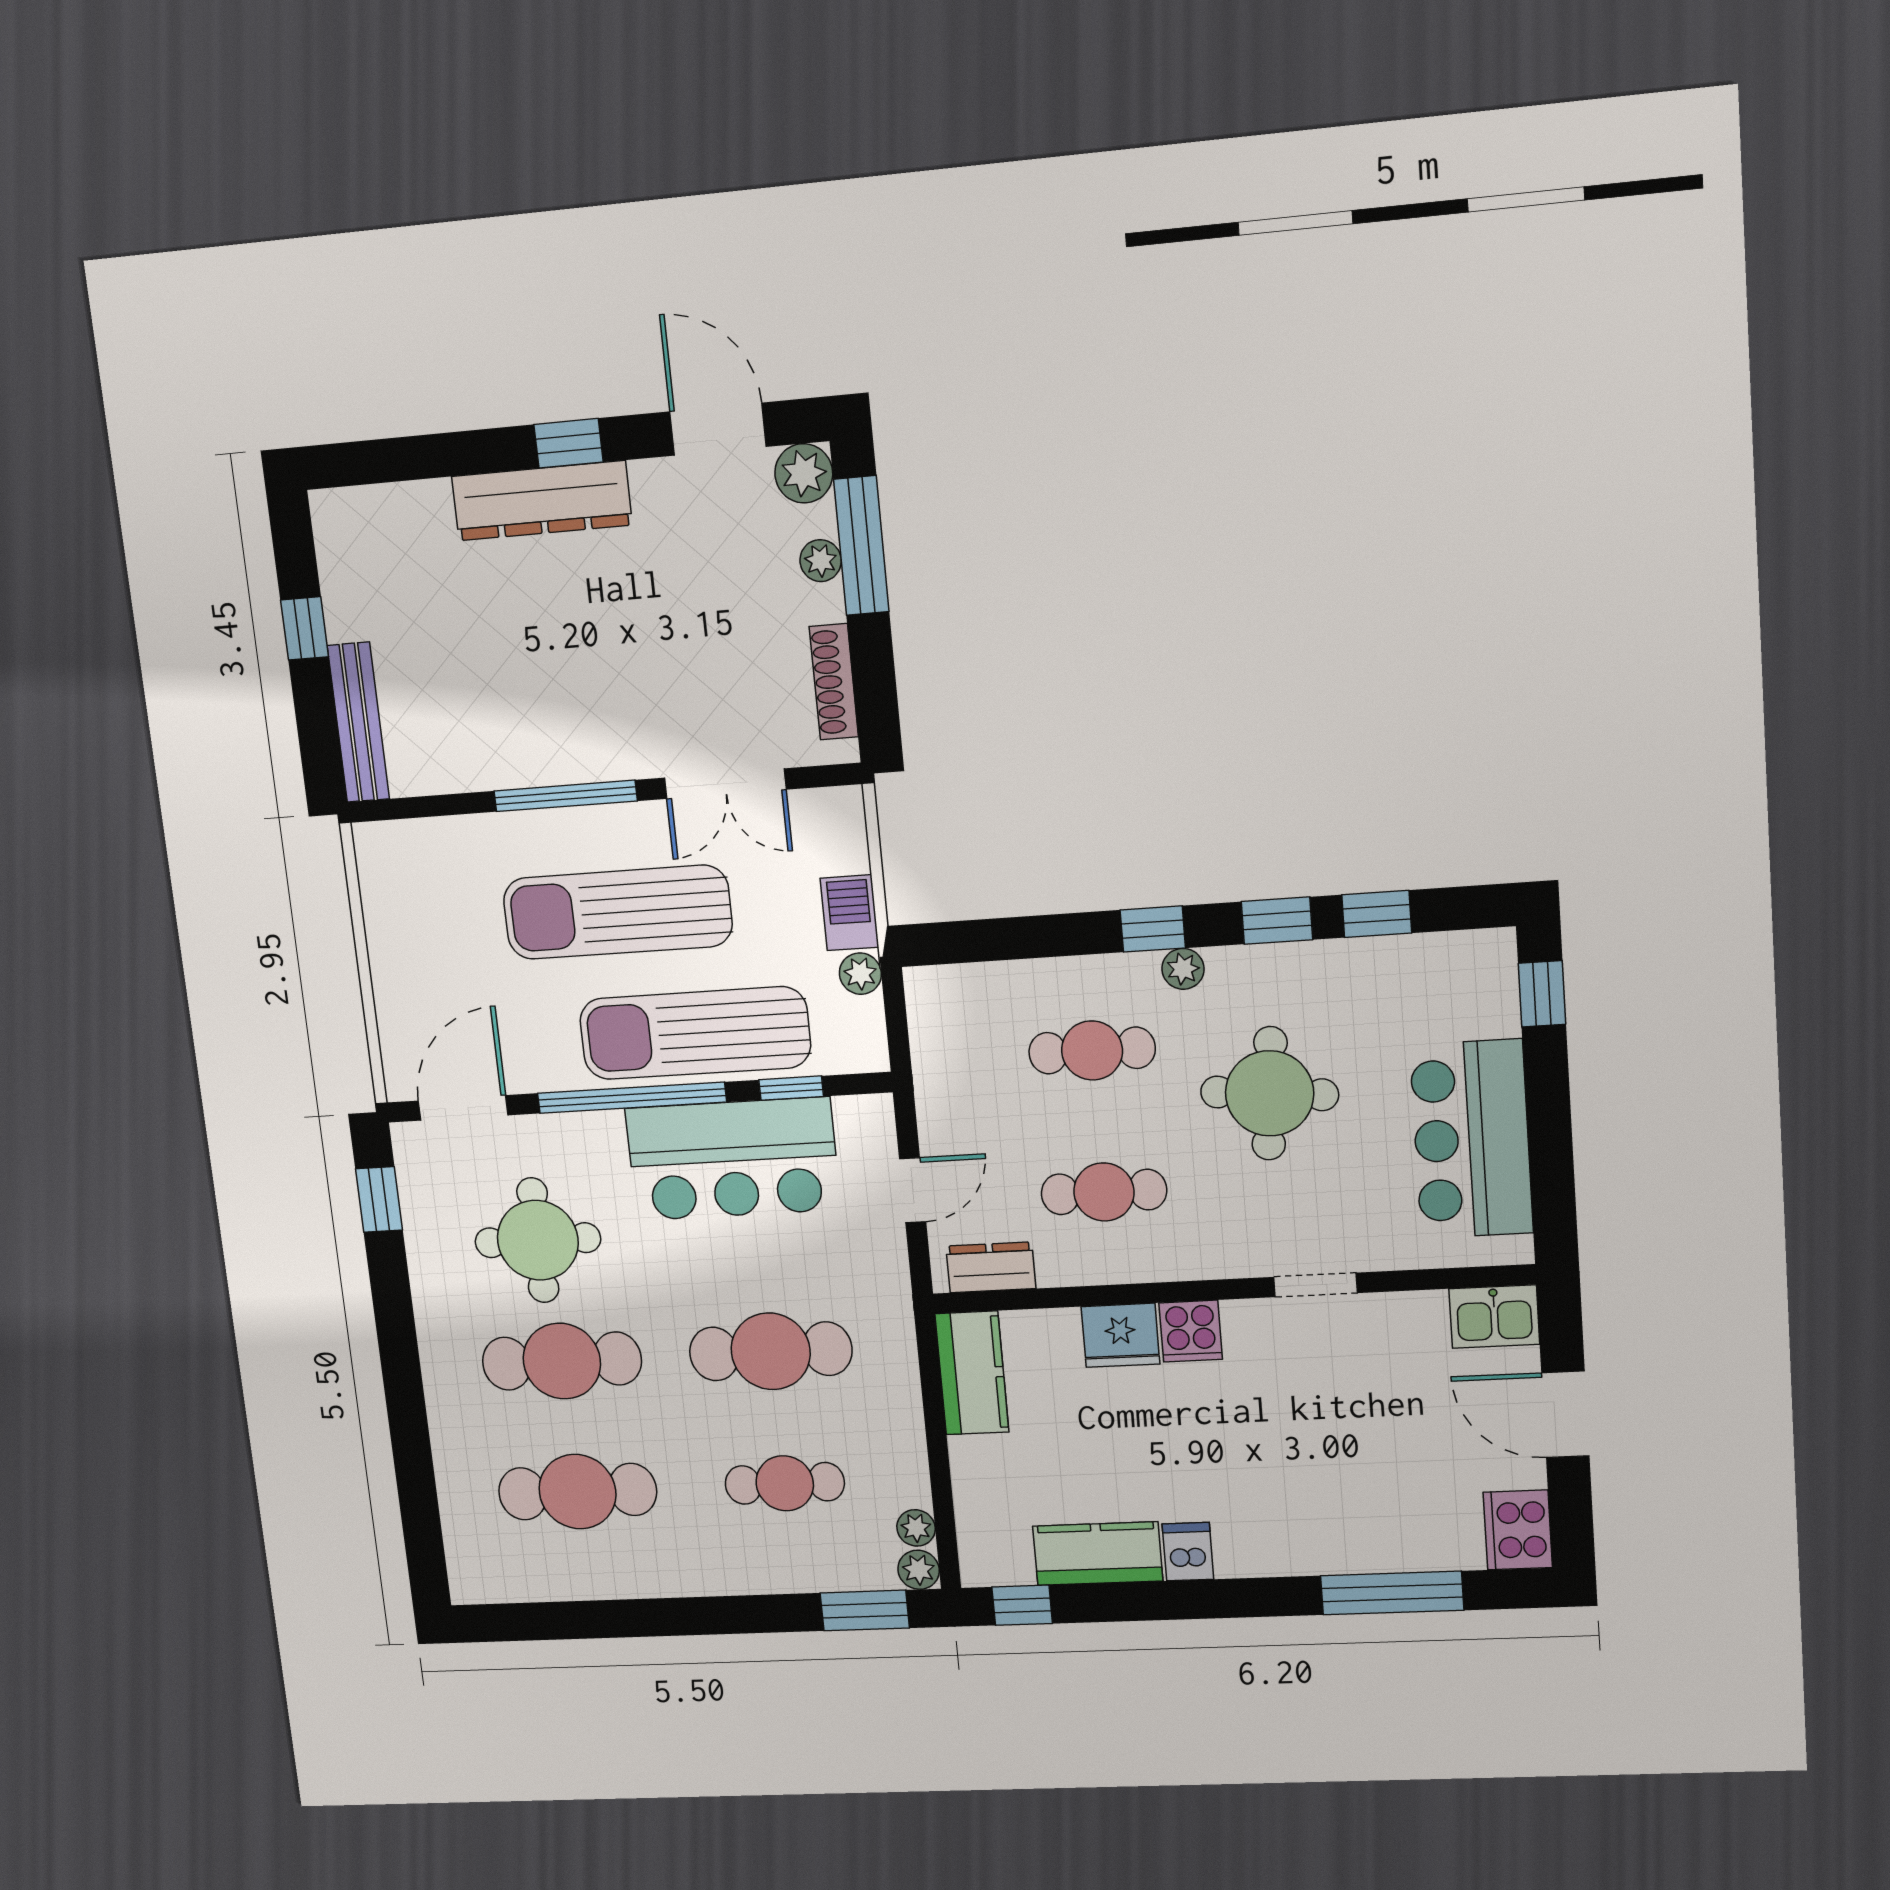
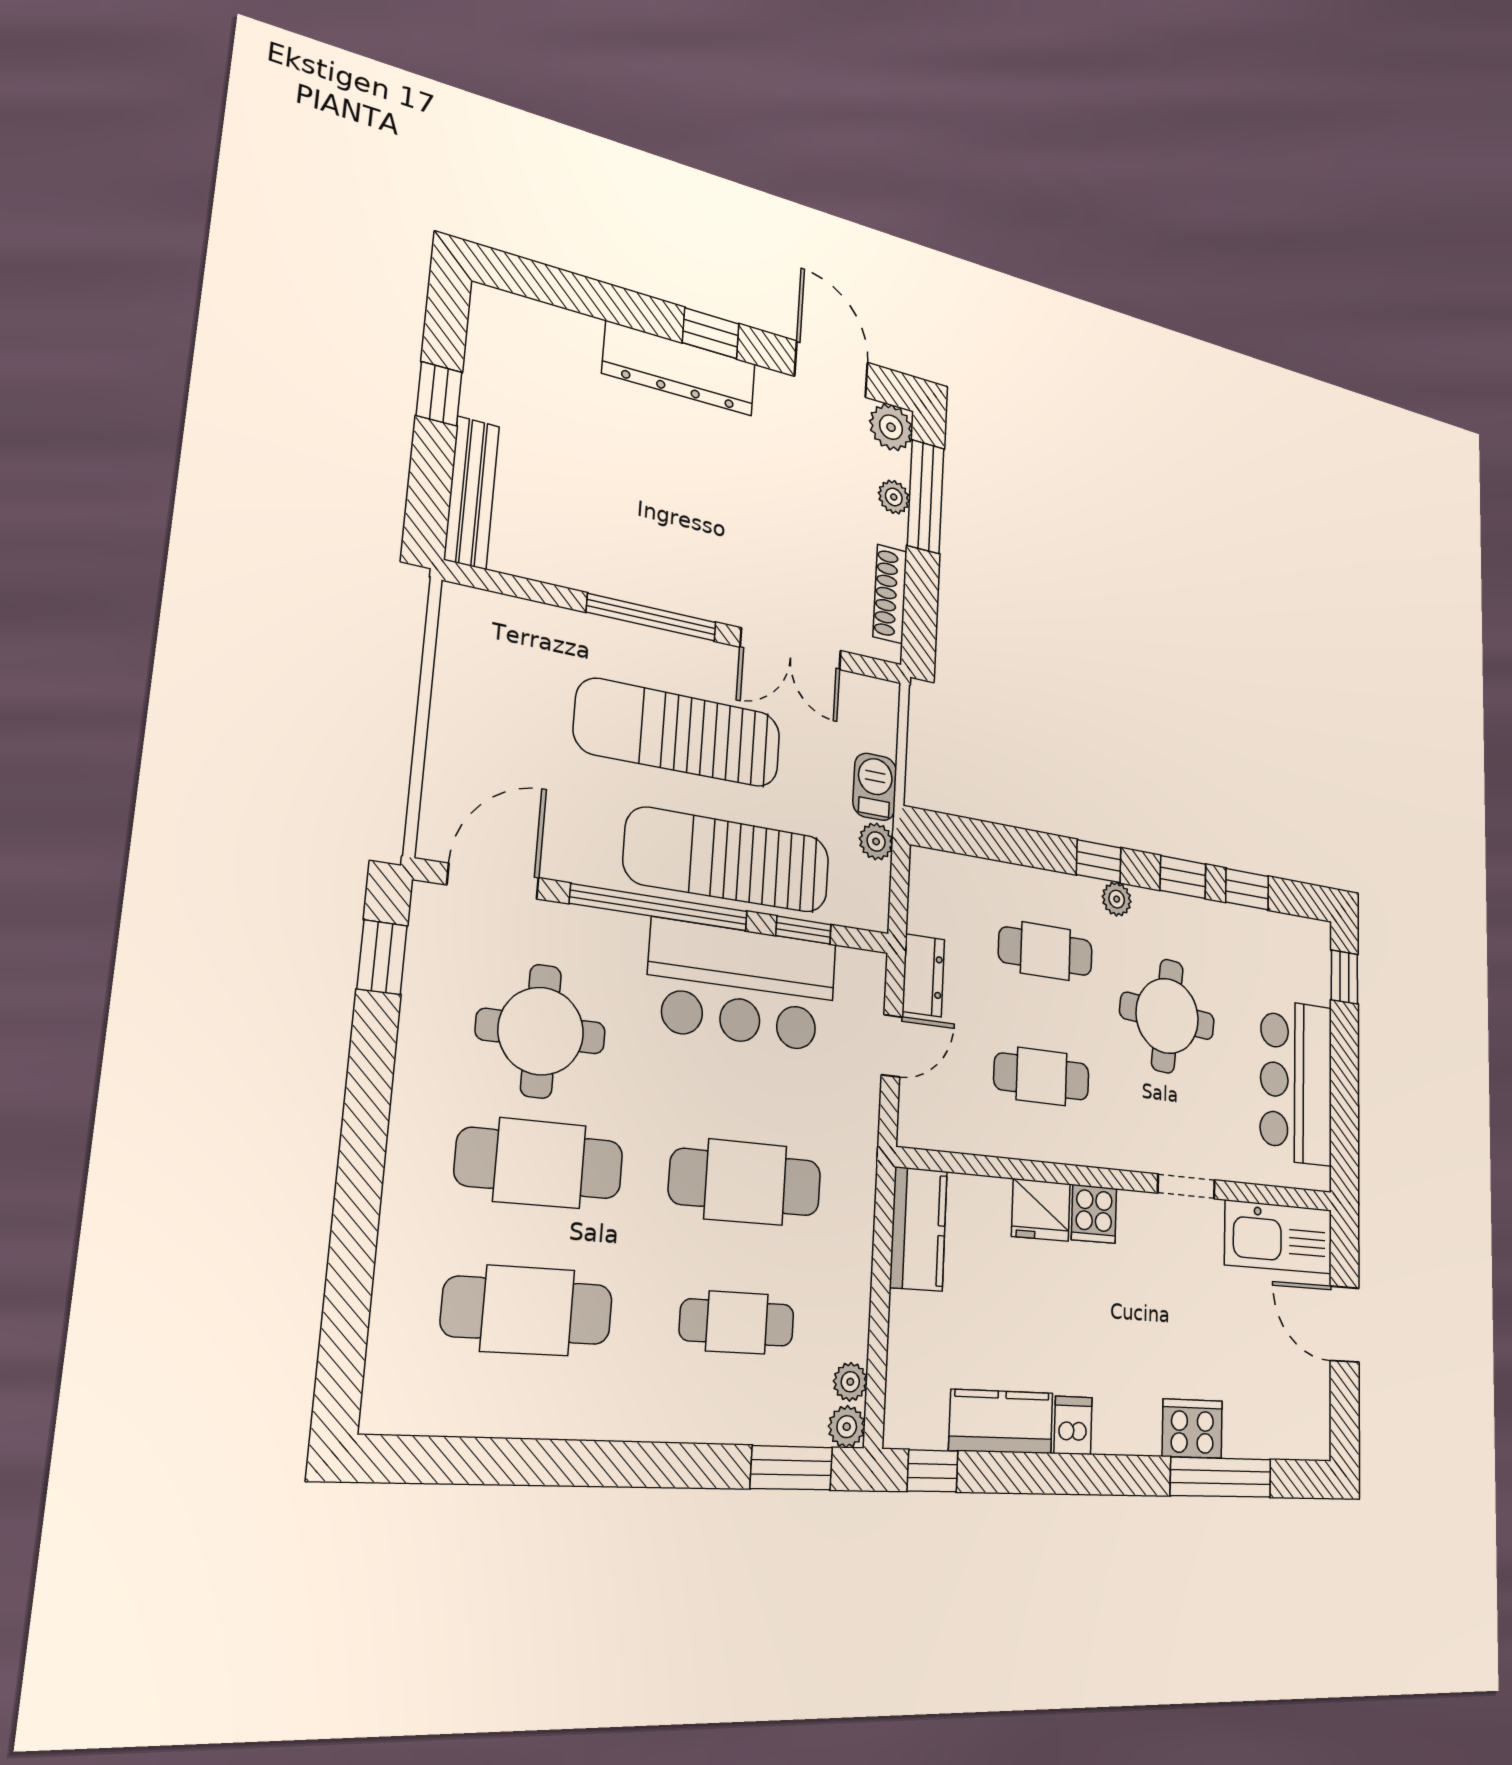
dresser: (991, 1267) -> (923, 975), moved, turned 90
kitchen sink: (1494, 1317) -> (1279, 1237), width x1.87, depth x1.24
cooker: (1518, 1530) -> (1192, 1429), moved, turned 90

